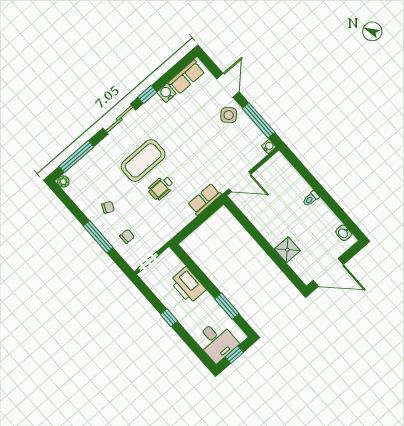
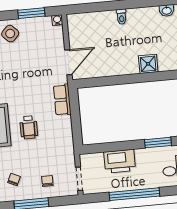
window: (259, 120) -> (31, 13), width x0.69
window: (169, 318) -> (134, 194), width x3.17

